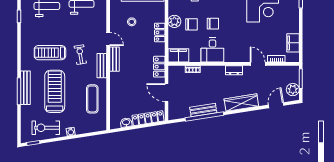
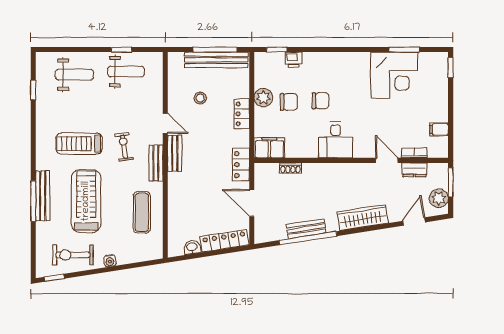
filing cabinet: (293, 43) -> (439, 129), width x0.50
desk: (212, 50) -> (336, 140), moved
dresser: (234, 70) -> (414, 170), moved

